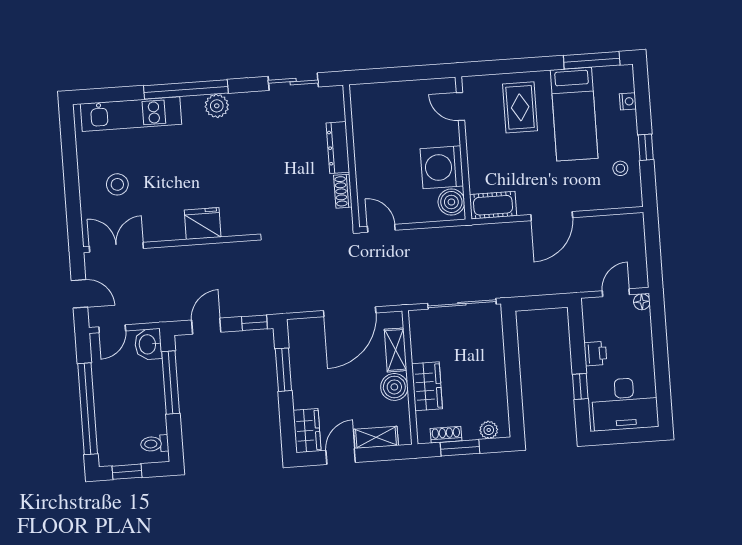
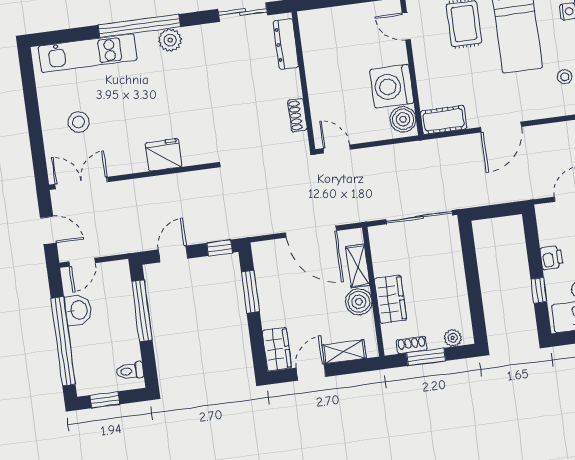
dresser: (338, 148) -> (286, 44), moved
door: (350, 312) -> (311, 232), hinge flipped
washbasin: (148, 344) -> (78, 310), moved, turned 180

